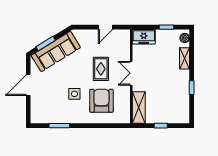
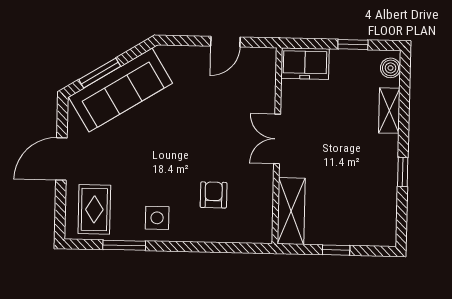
rug: (101, 69) -> (94, 209), moved
side table: (74, 94) -> (157, 218), moved
armchair: (101, 101) -> (214, 195), width x0.53, depth x0.53

